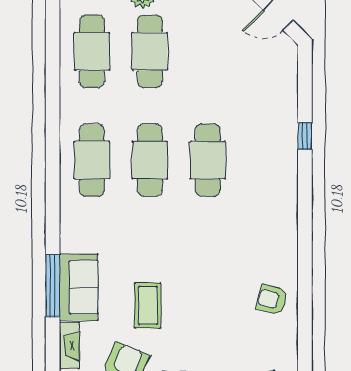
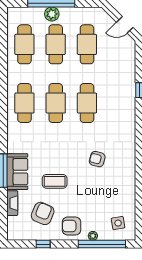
cafe table: (208, 51) -> (87, 44), added
armchair: (272, 300) -> (97, 159), moved
coffee table: (148, 305) -> (55, 181), turned 90

